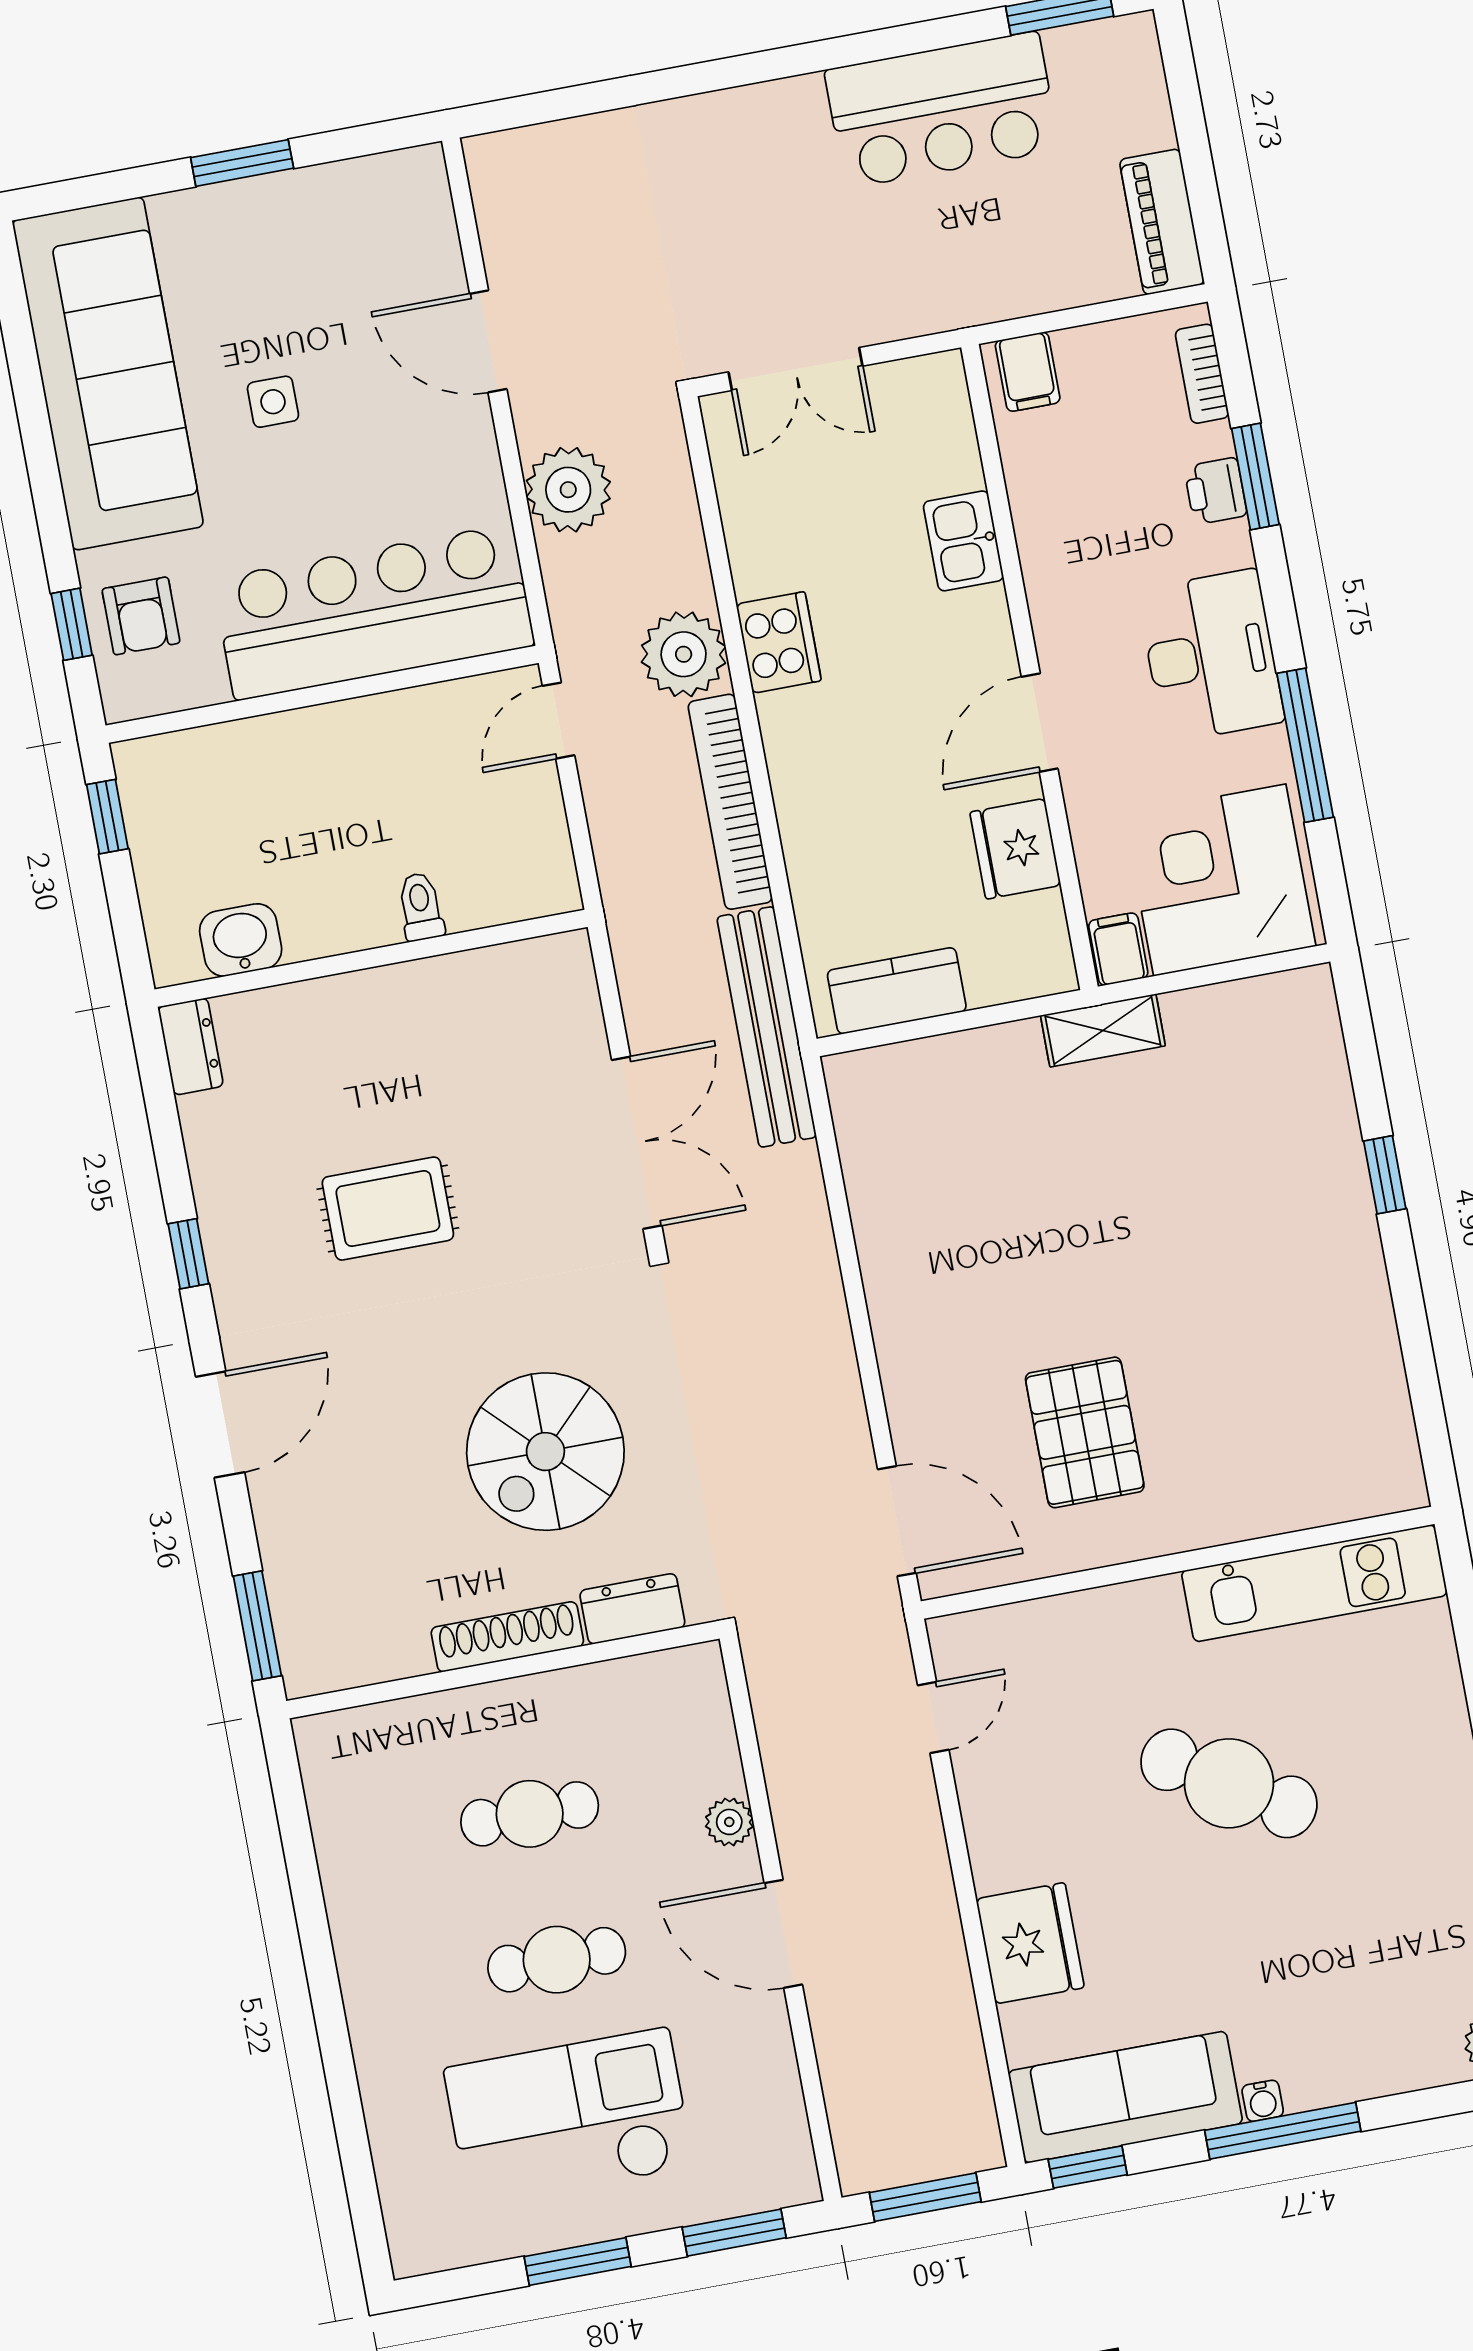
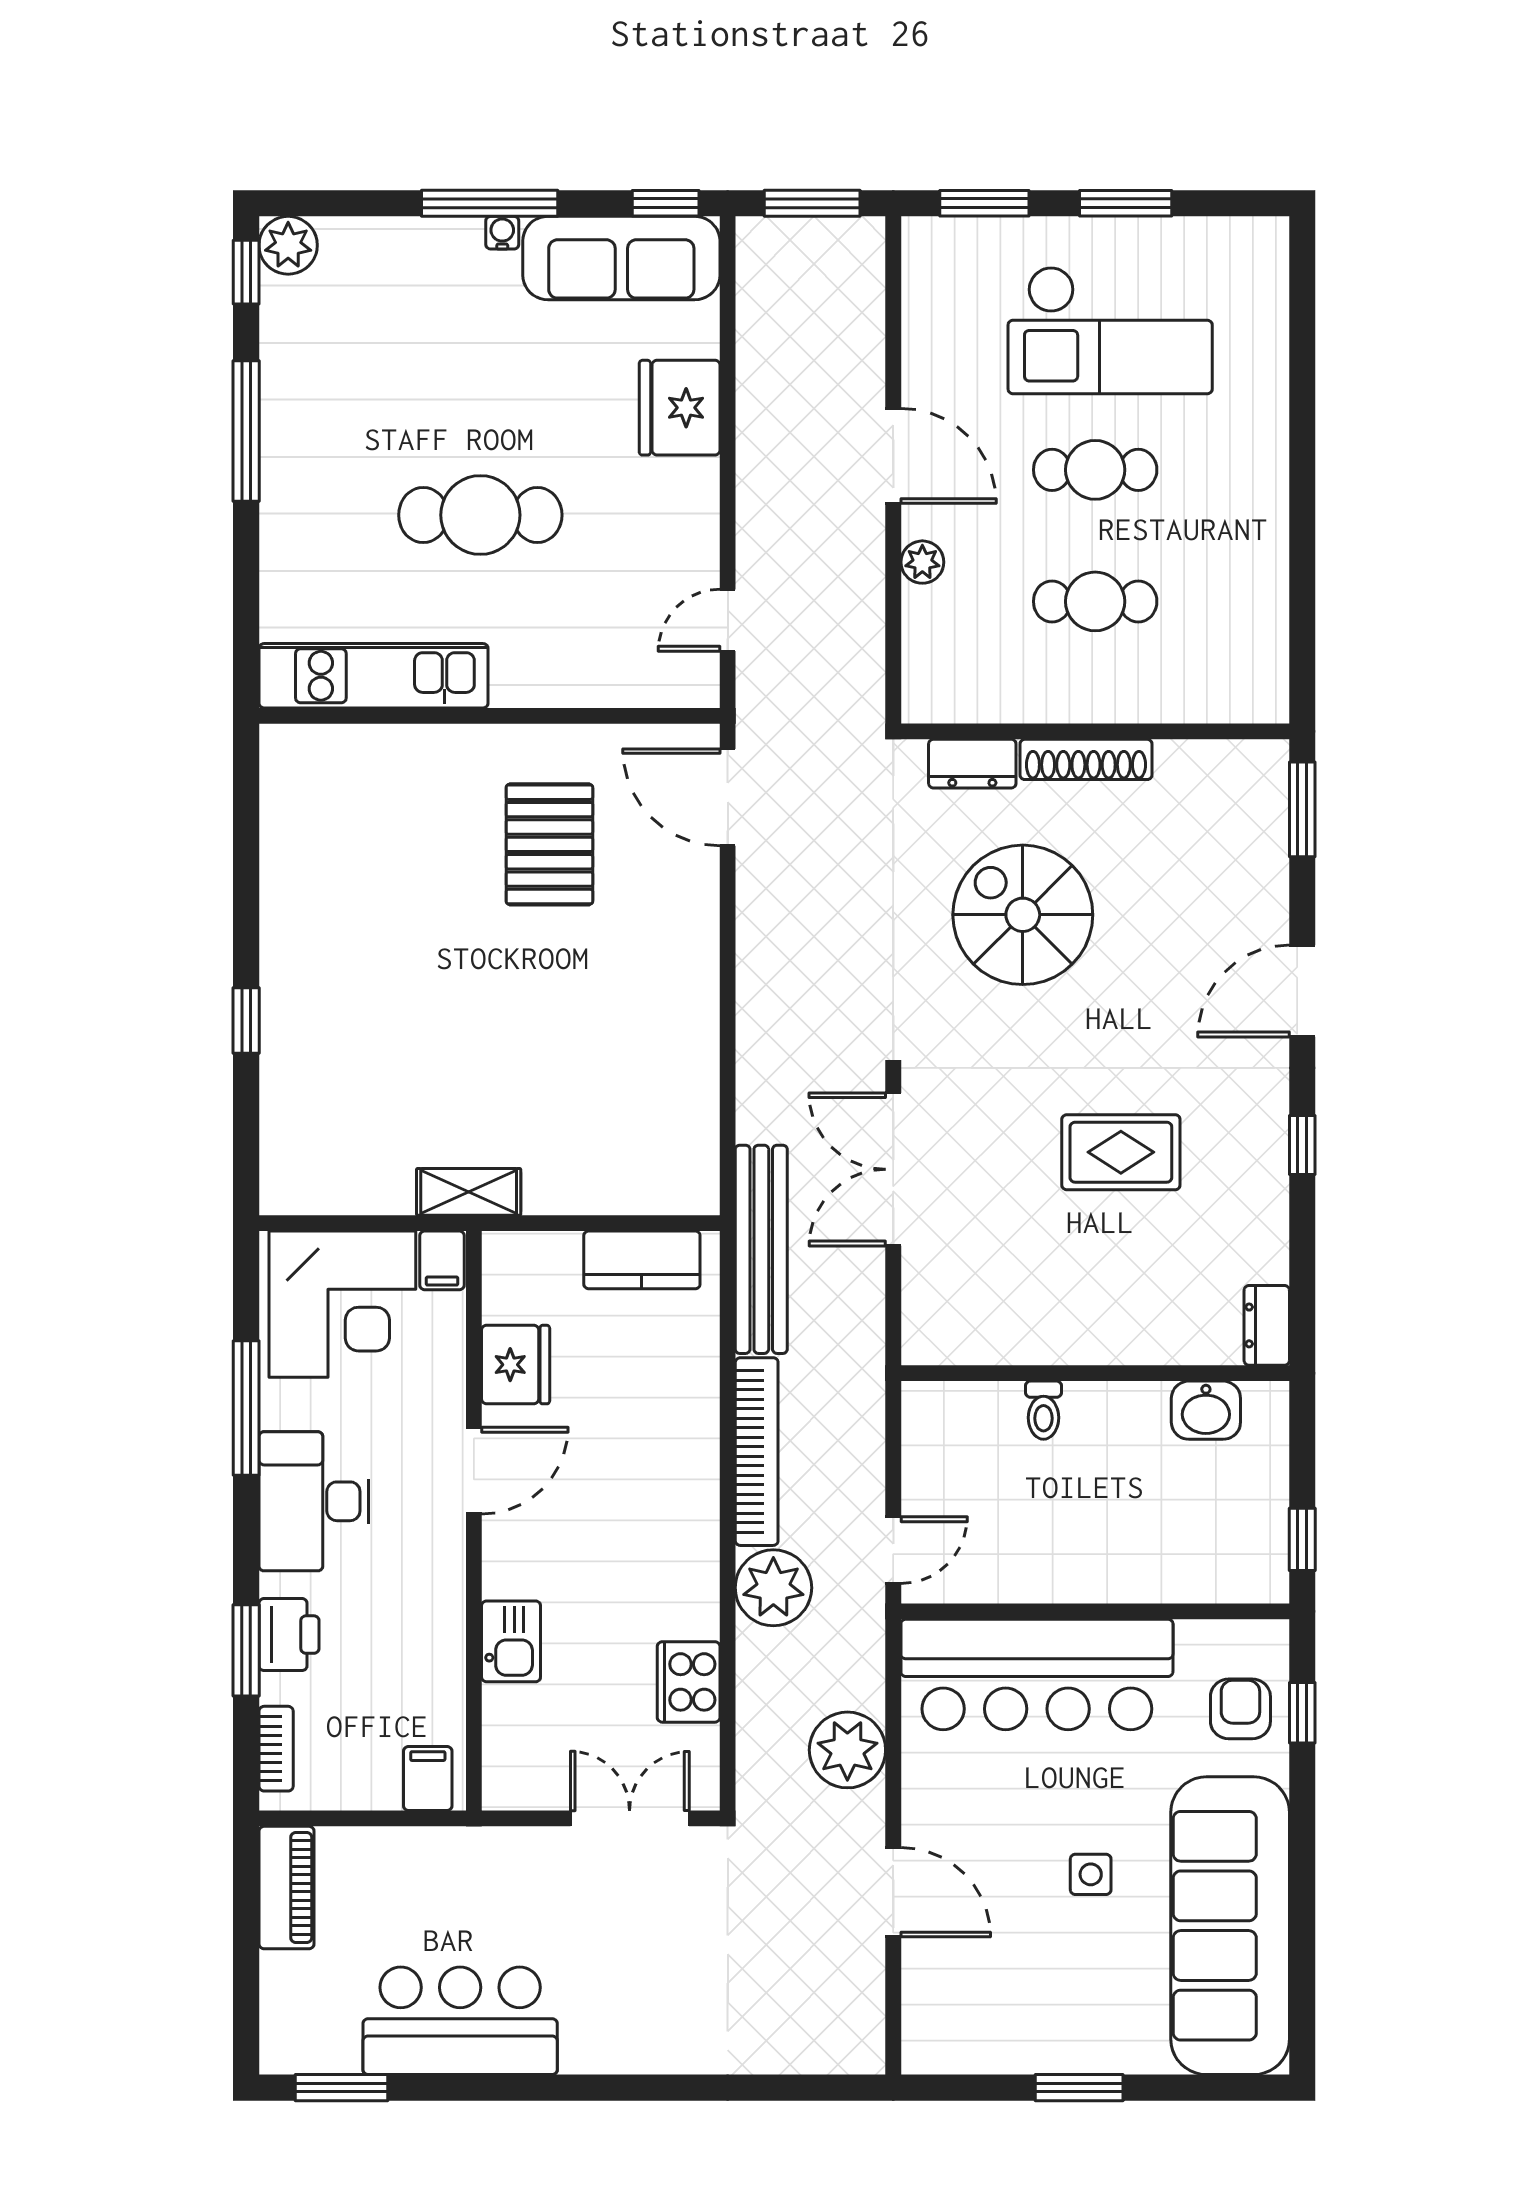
printer: (1216, 491) -> (289, 1635), width x1.36, depth x1.24
cooker: (779, 642) -> (689, 1682), moved
spiral stairs: (545, 1452) -> (1023, 915), turned -90
cafe table: (1229, 1783) -> (480, 515), turned -32

